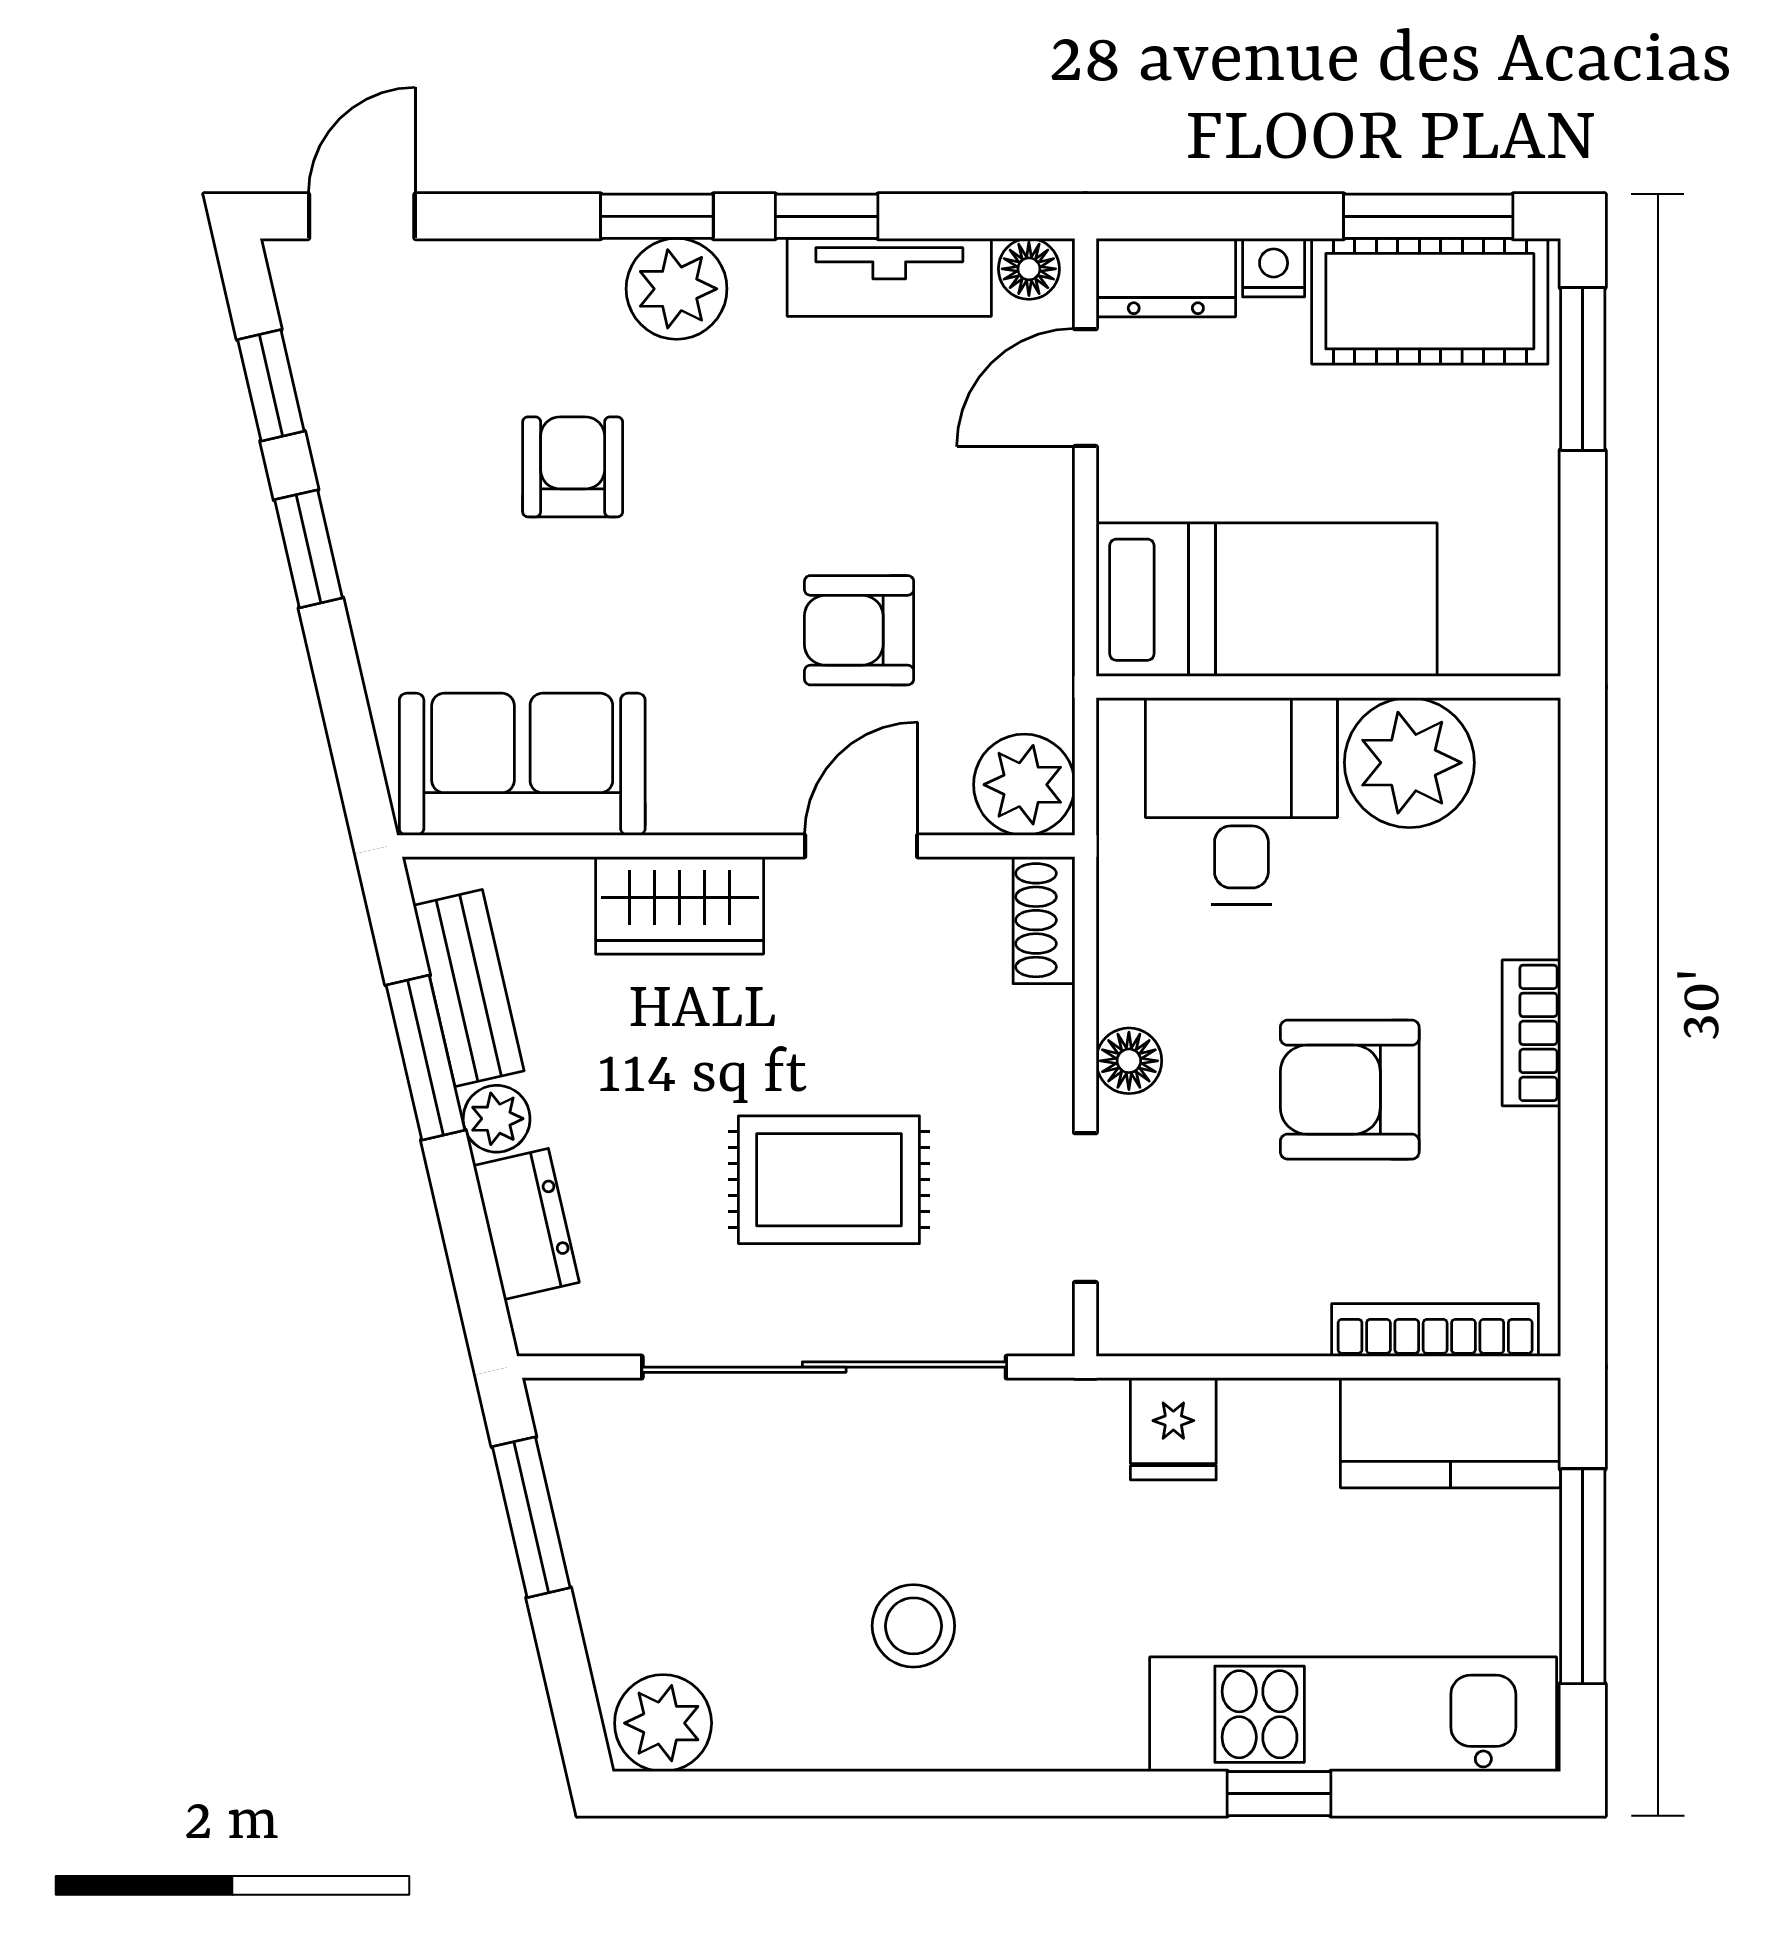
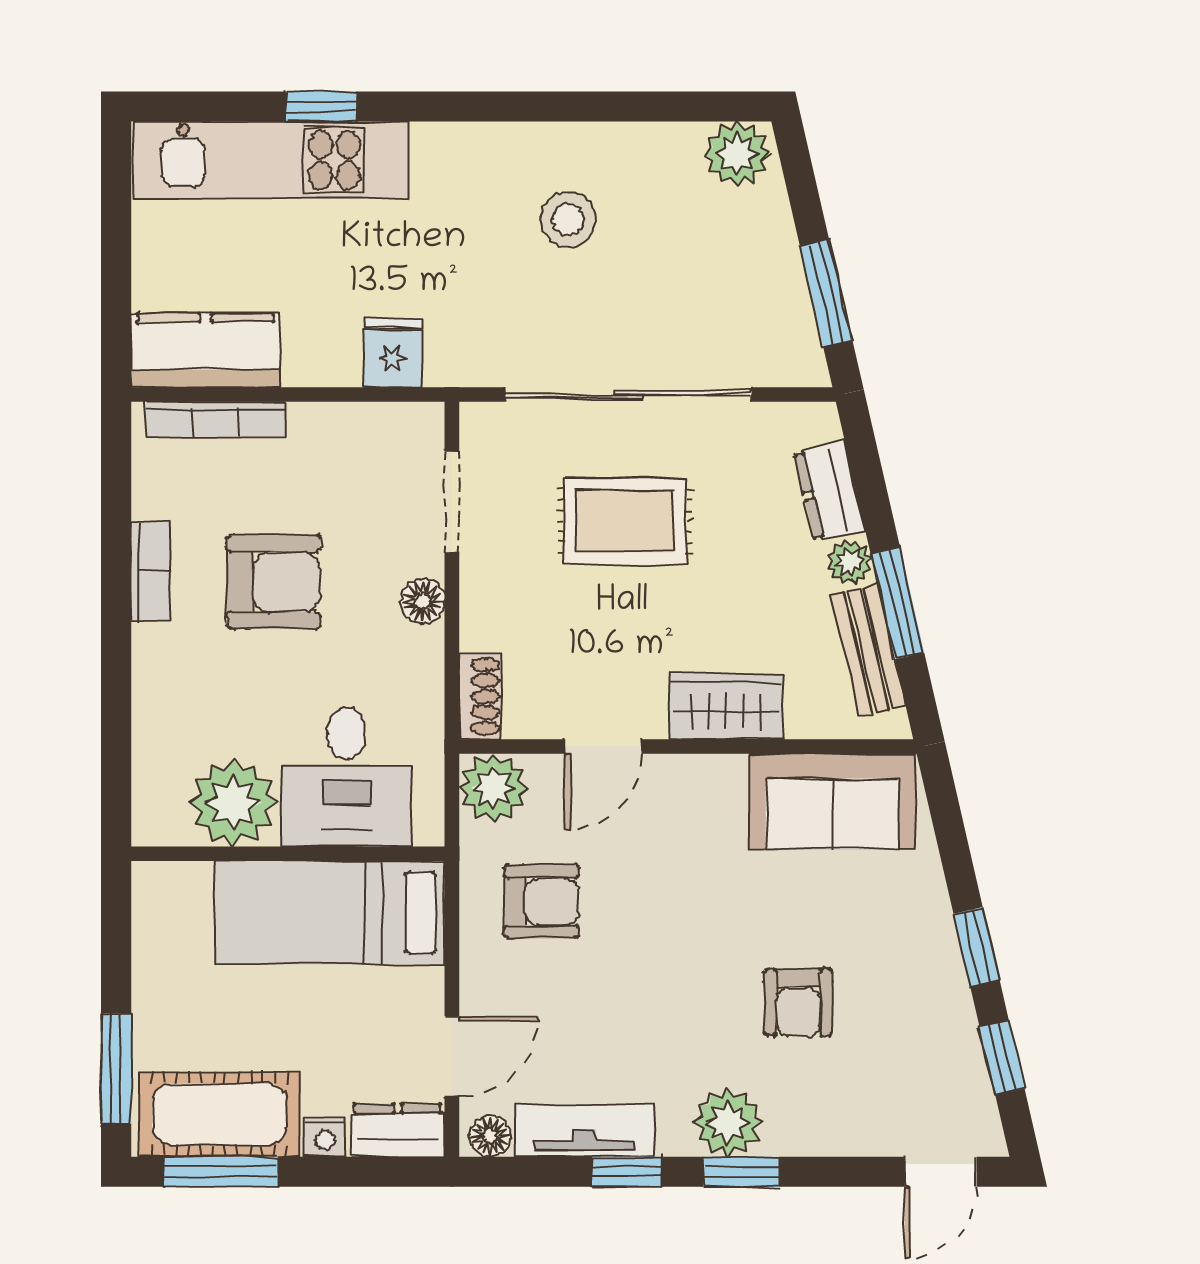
armchair: (859, 630) -> (541, 902), moved
bookcase: (1531, 1033) -> (151, 571), moved
window: (1583, 1576) -> (116, 253), removed

